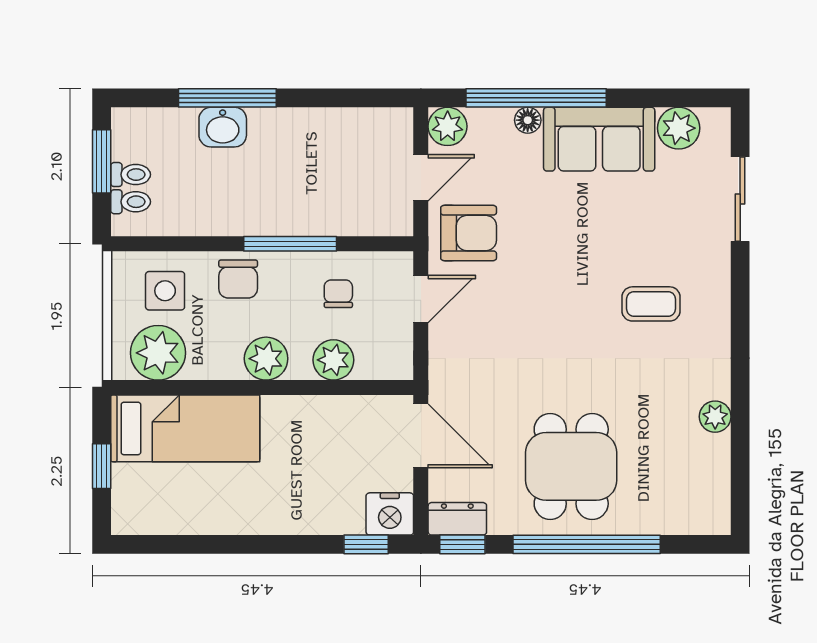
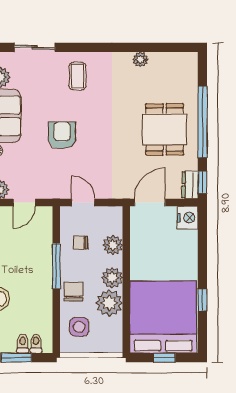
door: (421, 178) -> (24, 203), swing flipped
armchair: (469, 233) -> (62, 135), moved
chair: (238, 279) -> (73, 291), turned -90
coffee table: (651, 304) -> (77, 76), moved
plant: (158, 353) -> (109, 303), moved
bed: (185, 428) -> (163, 317), width x2.04
dining table: (571, 466) -> (165, 129), turned 90
window: (366, 544) -> (202, 300), moved

